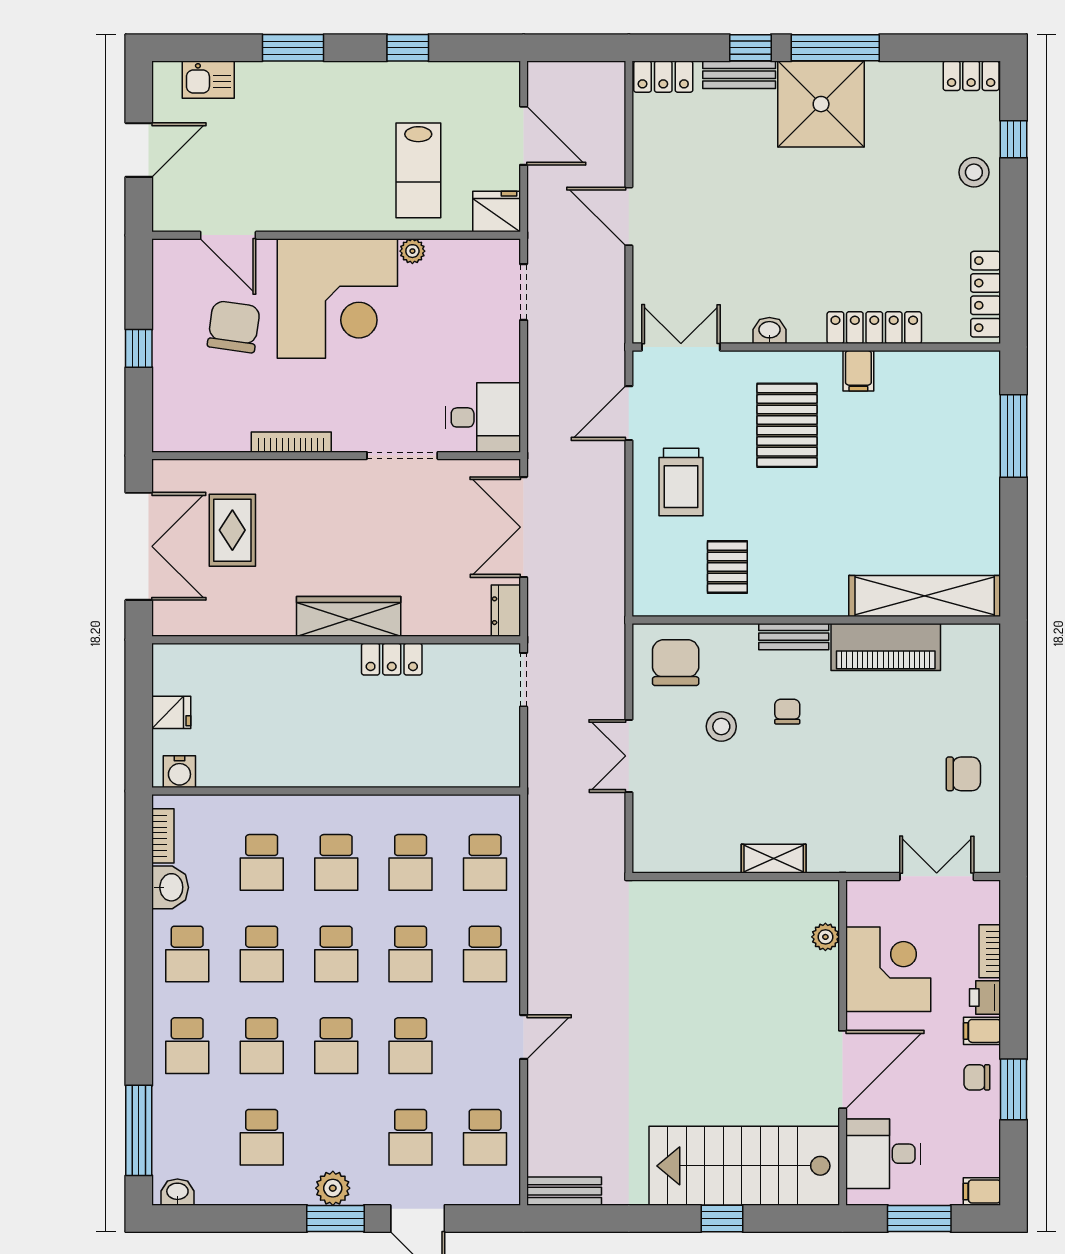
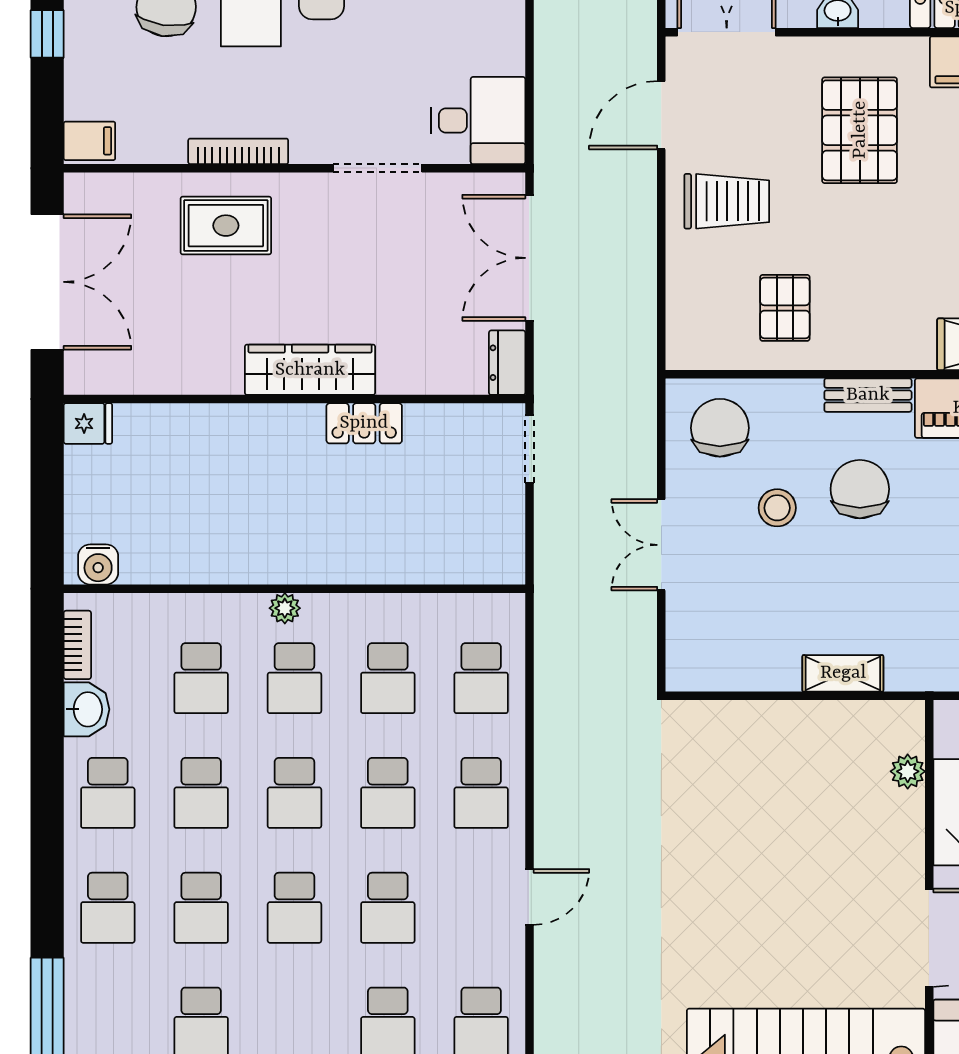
filing cabinet: (173, 434) -> (89, 141), added
trolley: (681, 482) -> (727, 201), turned -90
rug: (232, 530) -> (226, 226), moved, turned 90
fridge: (171, 712) -> (88, 423), moved
chair: (787, 712) -> (860, 489), width x1.87, depth x1.87
plant: (328, 807) -> (285, 608), added

